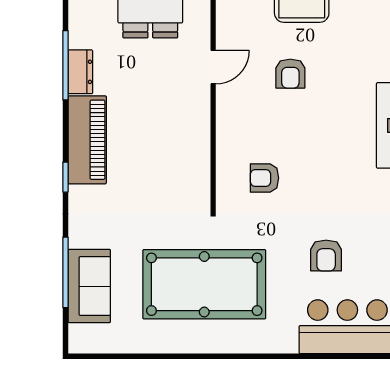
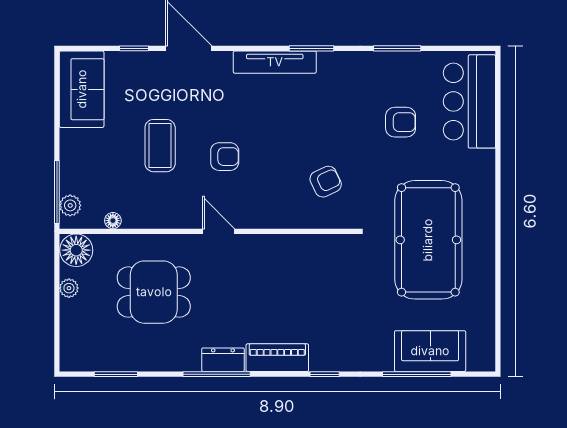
piano: (87, 140) -> (277, 358), width x0.73, depth x0.75
armchair: (264, 178) -> (326, 182), turned -115

